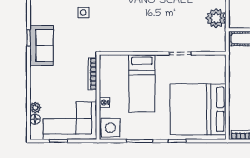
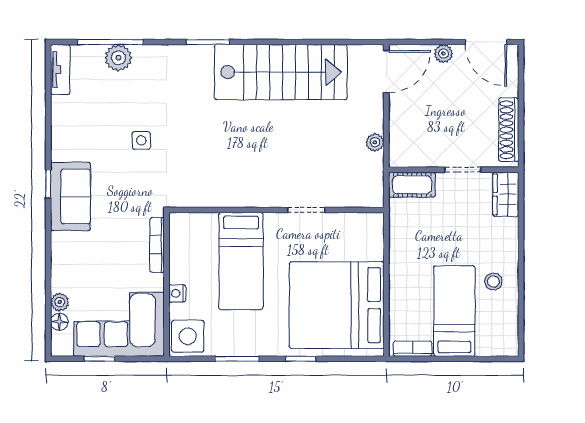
plant: (216, 18) -> (375, 142), width x0.53, depth x0.53

